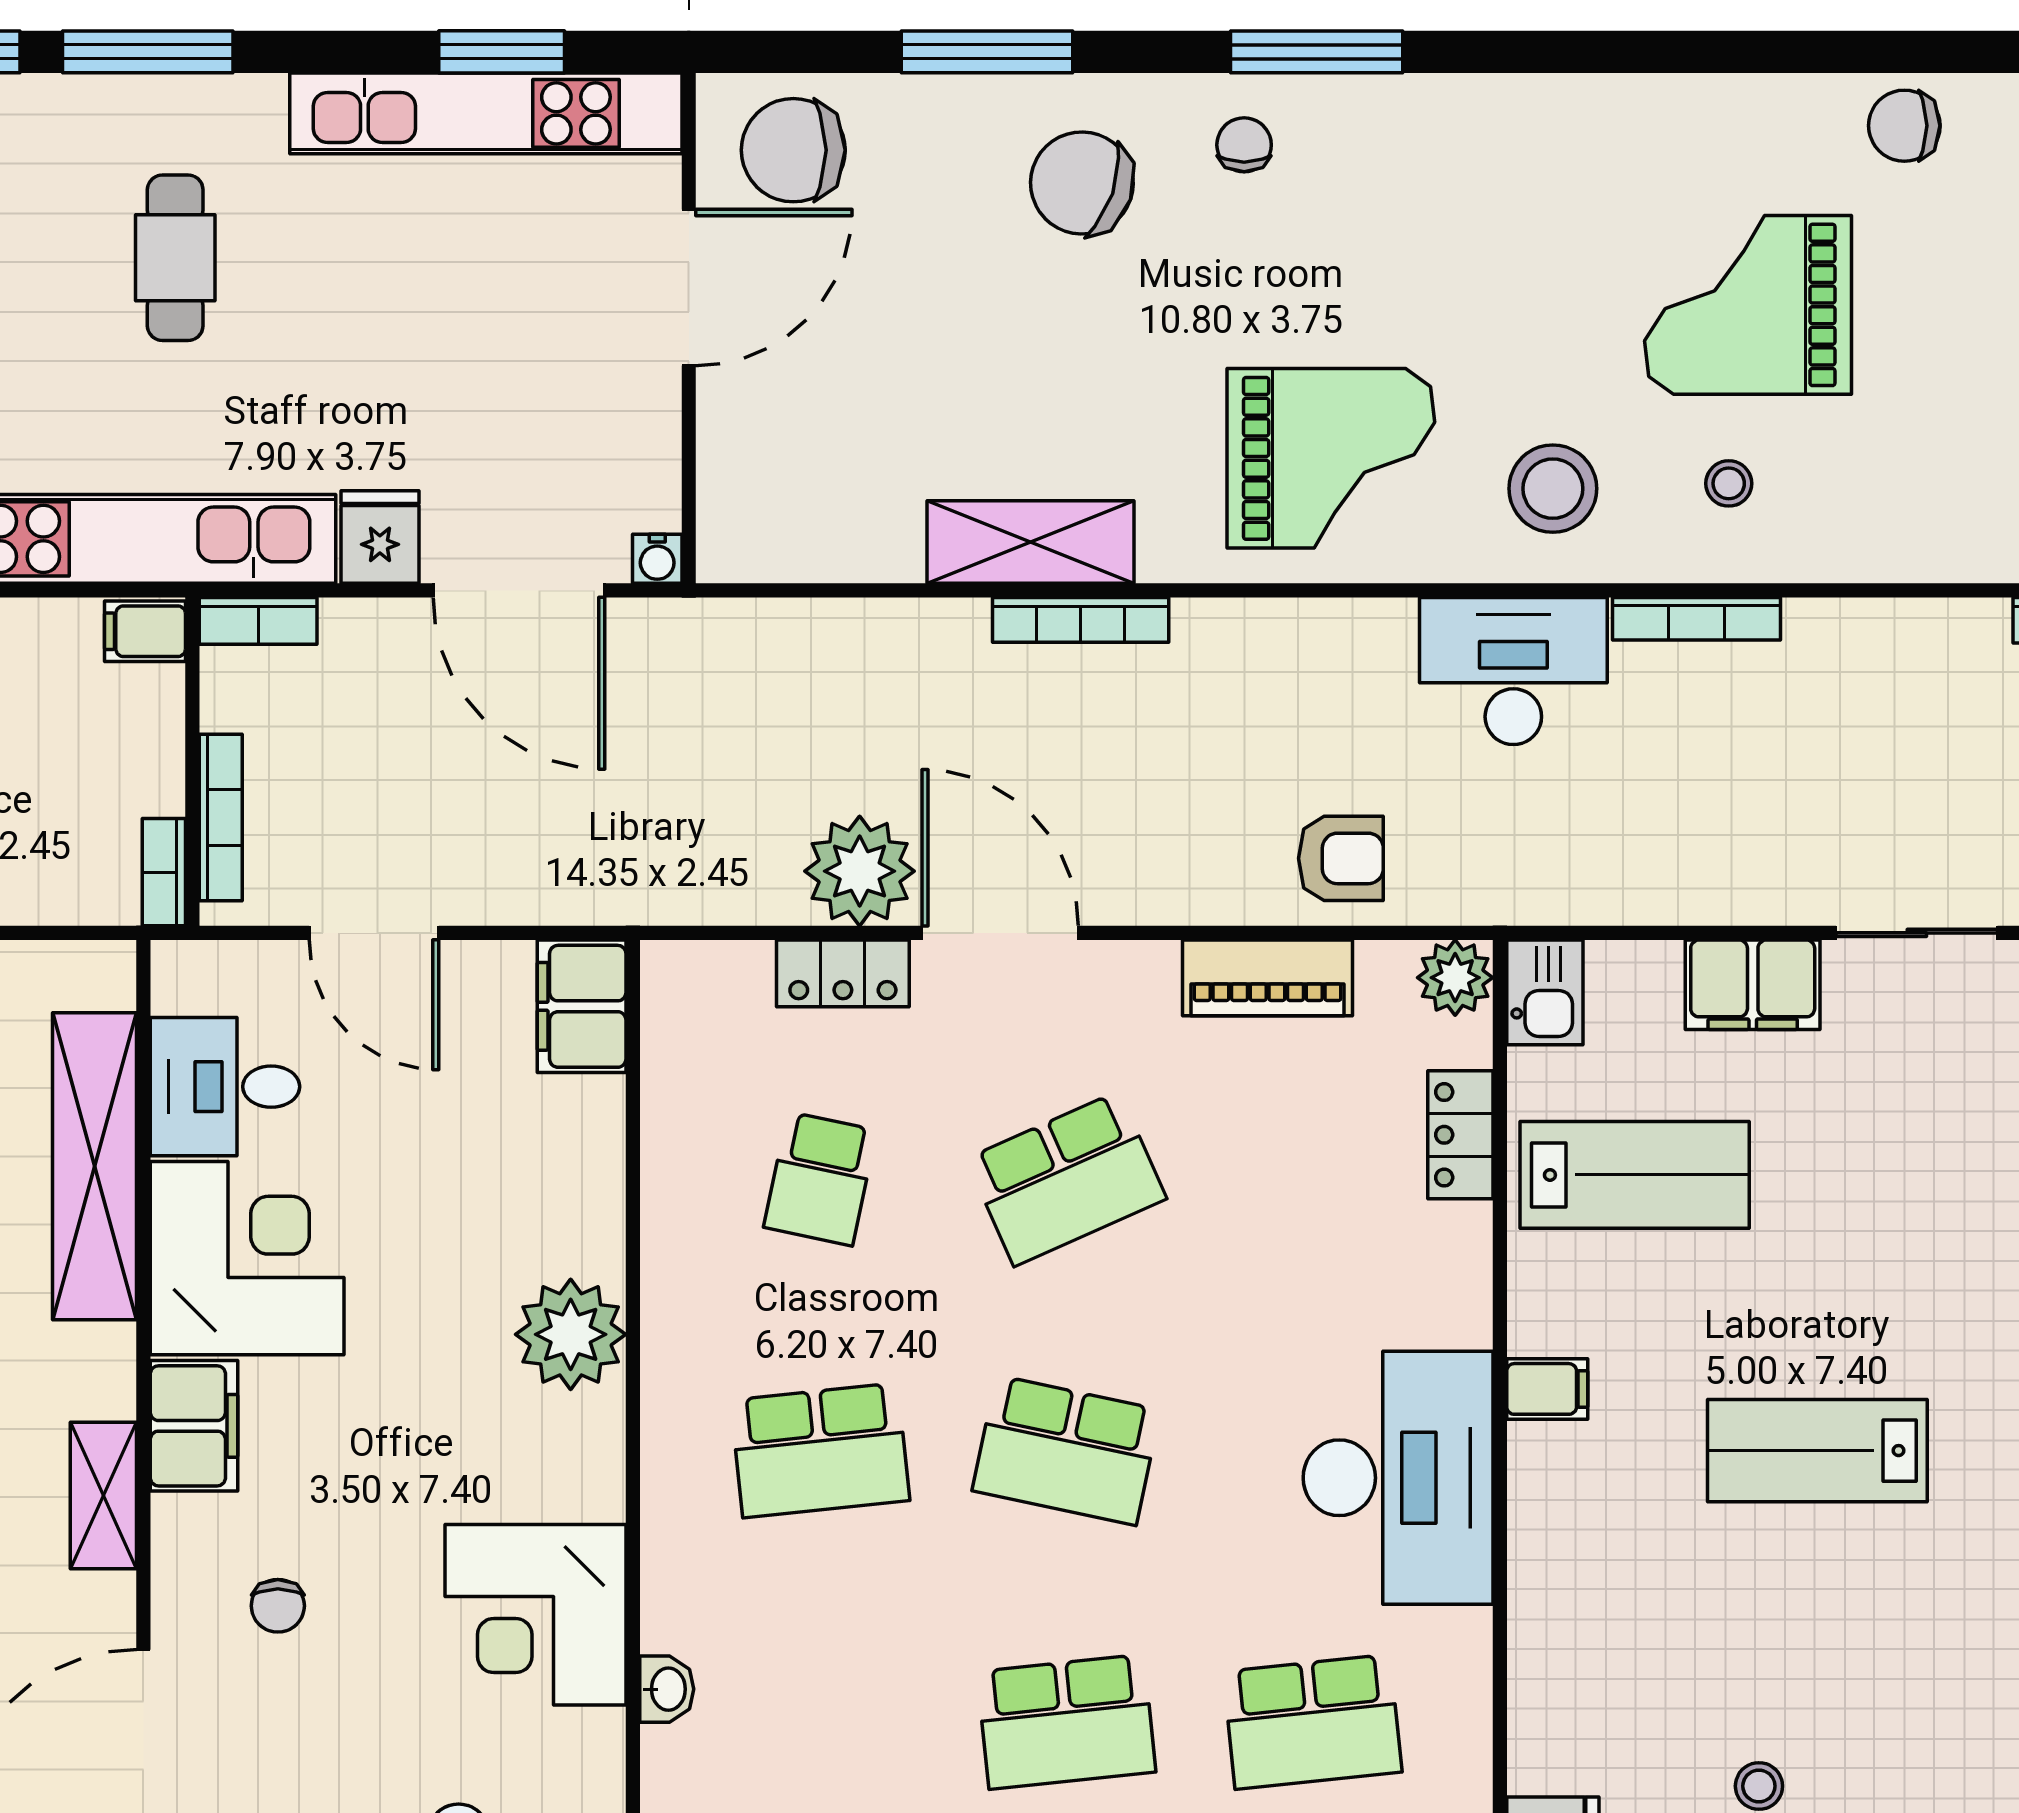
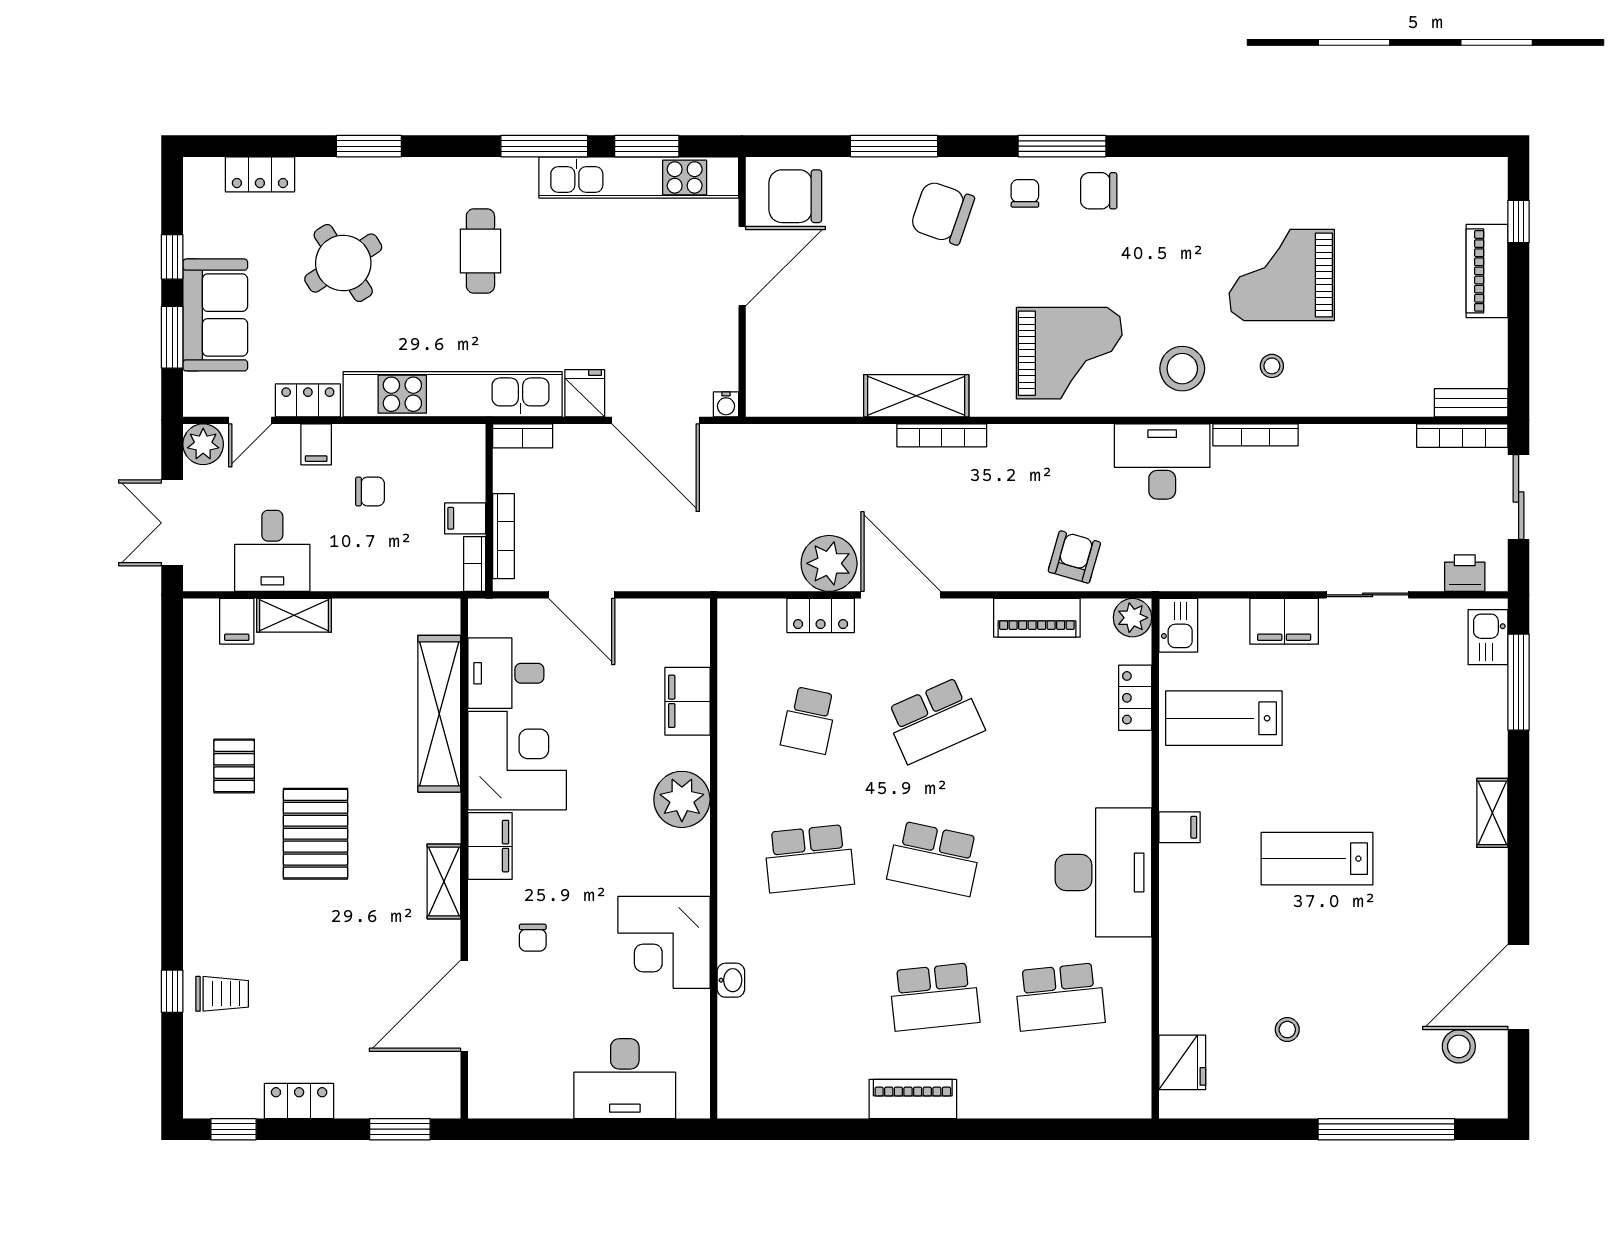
window: (148, 52) -> (544, 146), moved
chair: (1904, 126) -> (1099, 191), moved
filing cabinet: (145, 631) -> (465, 518), moved
armchair: (1341, 858) -> (1074, 557), turned -74
filing cabinet: (582, 1006) -> (687, 701), moved
lab bench: (1635, 1175) -> (1224, 718), turned 180

